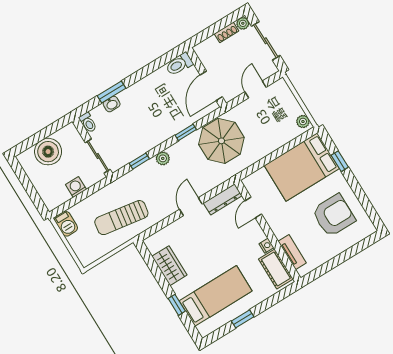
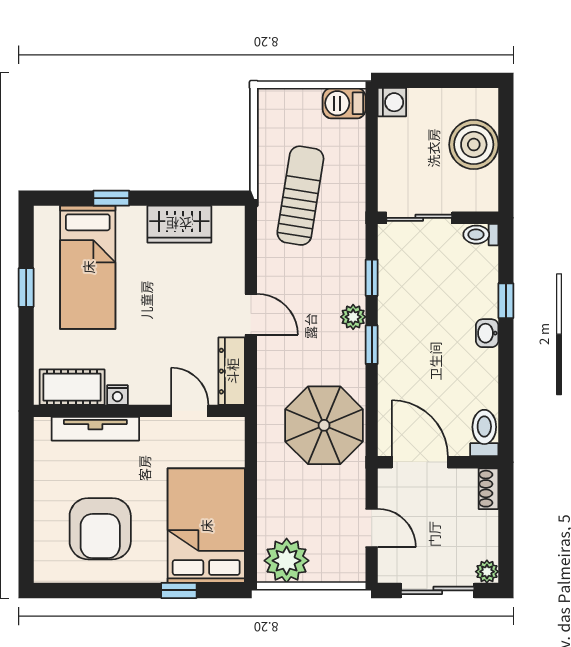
shoe rack: (227, 32) -> (488, 489), moved
window: (112, 92) -> (506, 301), width x0.67
washbasin: (112, 104) -> (487, 333), moved
plant: (303, 122) -> (287, 561), width x1.87, depth x1.87
window: (186, 132) -> (372, 345), moved
washing machine: (76, 187) -> (392, 102), moved
tv unit: (292, 252) -> (95, 429), width x1.41

